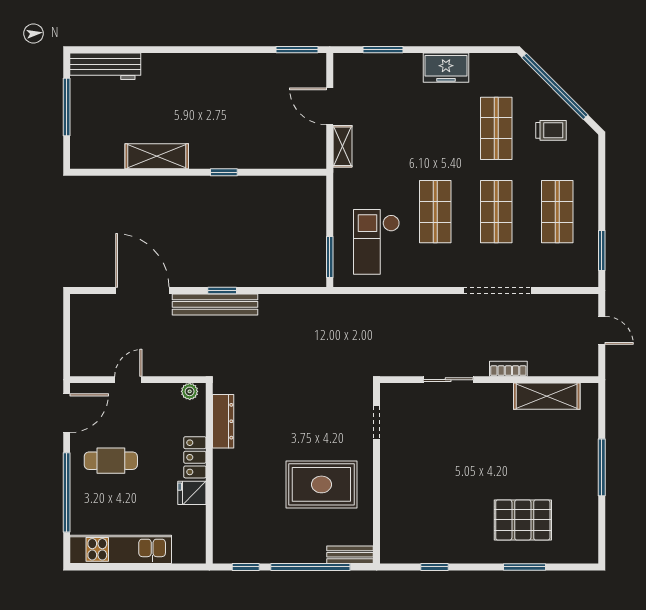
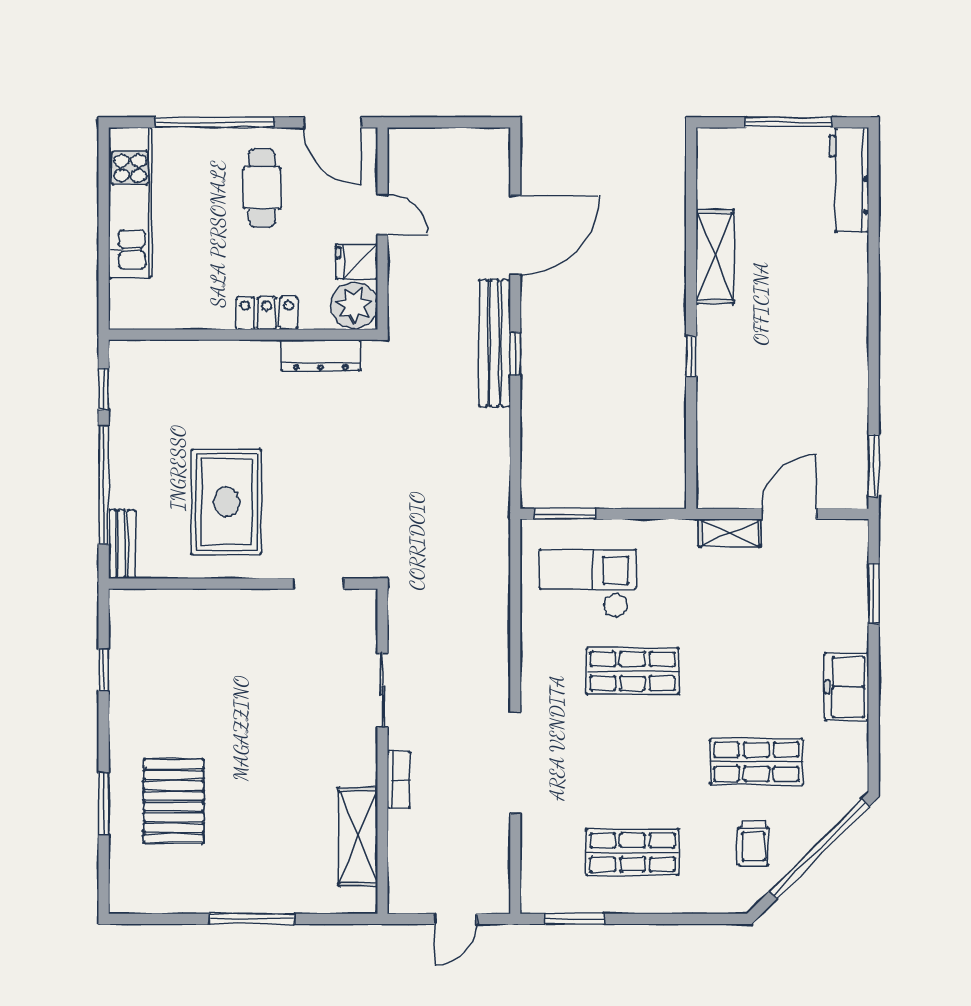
shop shelf: (496, 212) -> (632, 762), removed
plant: (190, 391) -> (354, 305), width x1.88, depth x1.88
fridge: (192, 493) -> (357, 262), moved, turned -90

